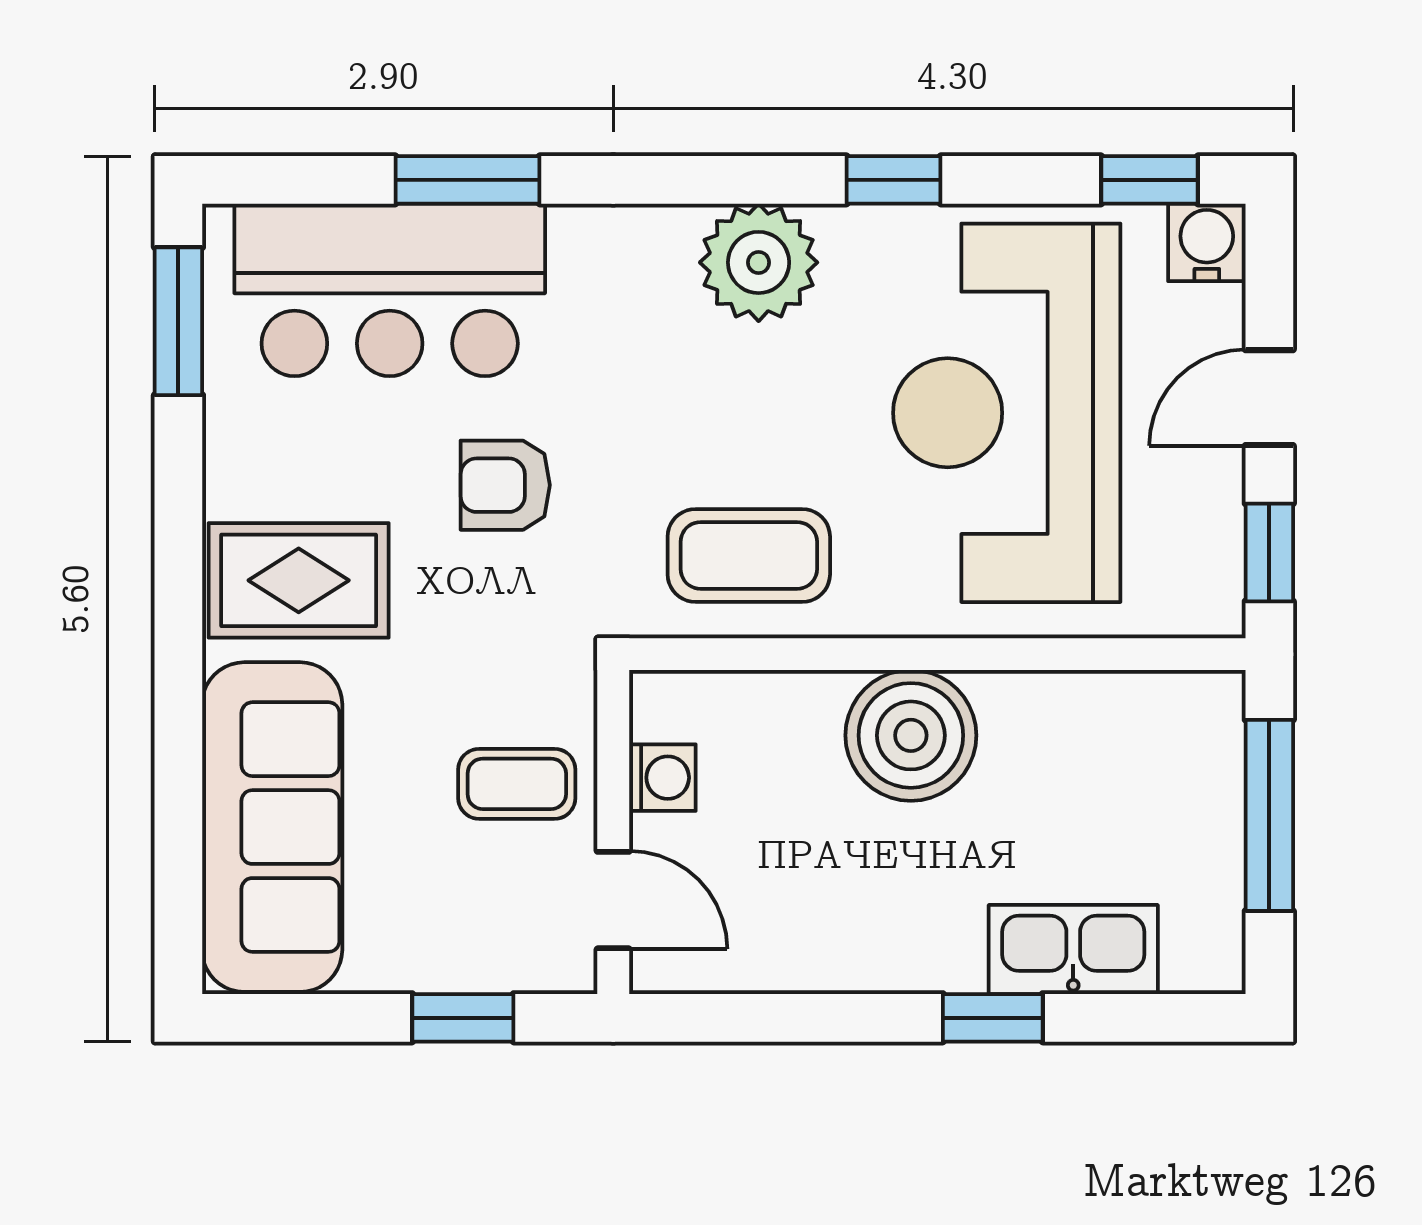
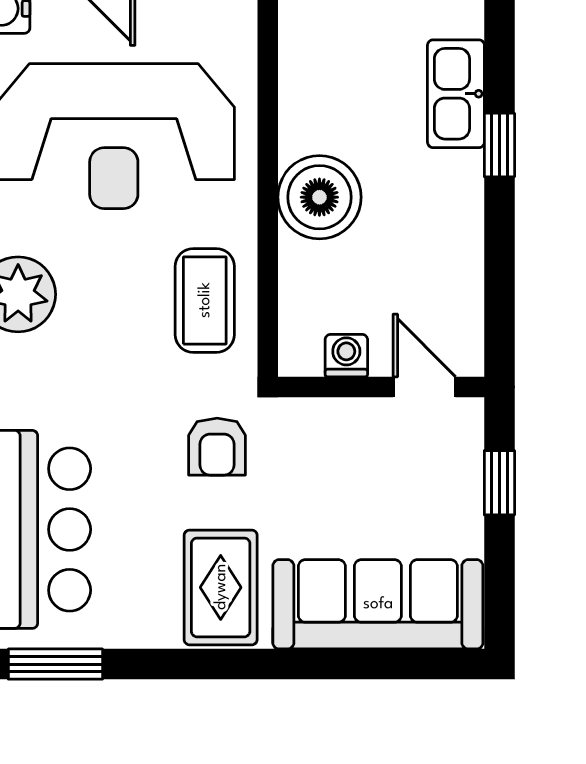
armchair: (505, 485) -> (217, 447), moved
coffee table: (517, 784) -> (350, 448), removed
door: (613, 900) -> (424, 387), hinge flipped

